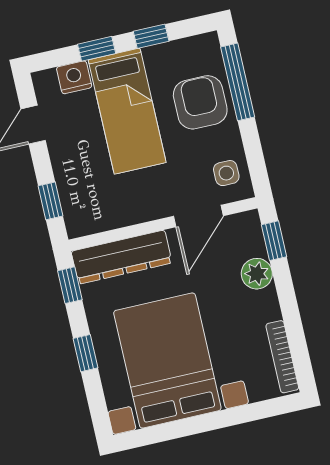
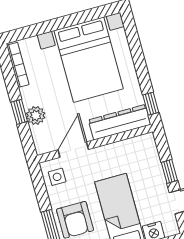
window: (51, 201) -> (169, 171), moved
window: (274, 241) -> (19, 112), moved
window: (85, 353) -> (139, 62), removed

